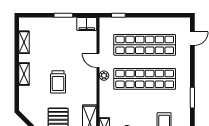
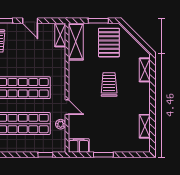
shelving: (24, 74) -> (145, 70), moved
plant: (104, 76) -> (61, 124), moved

